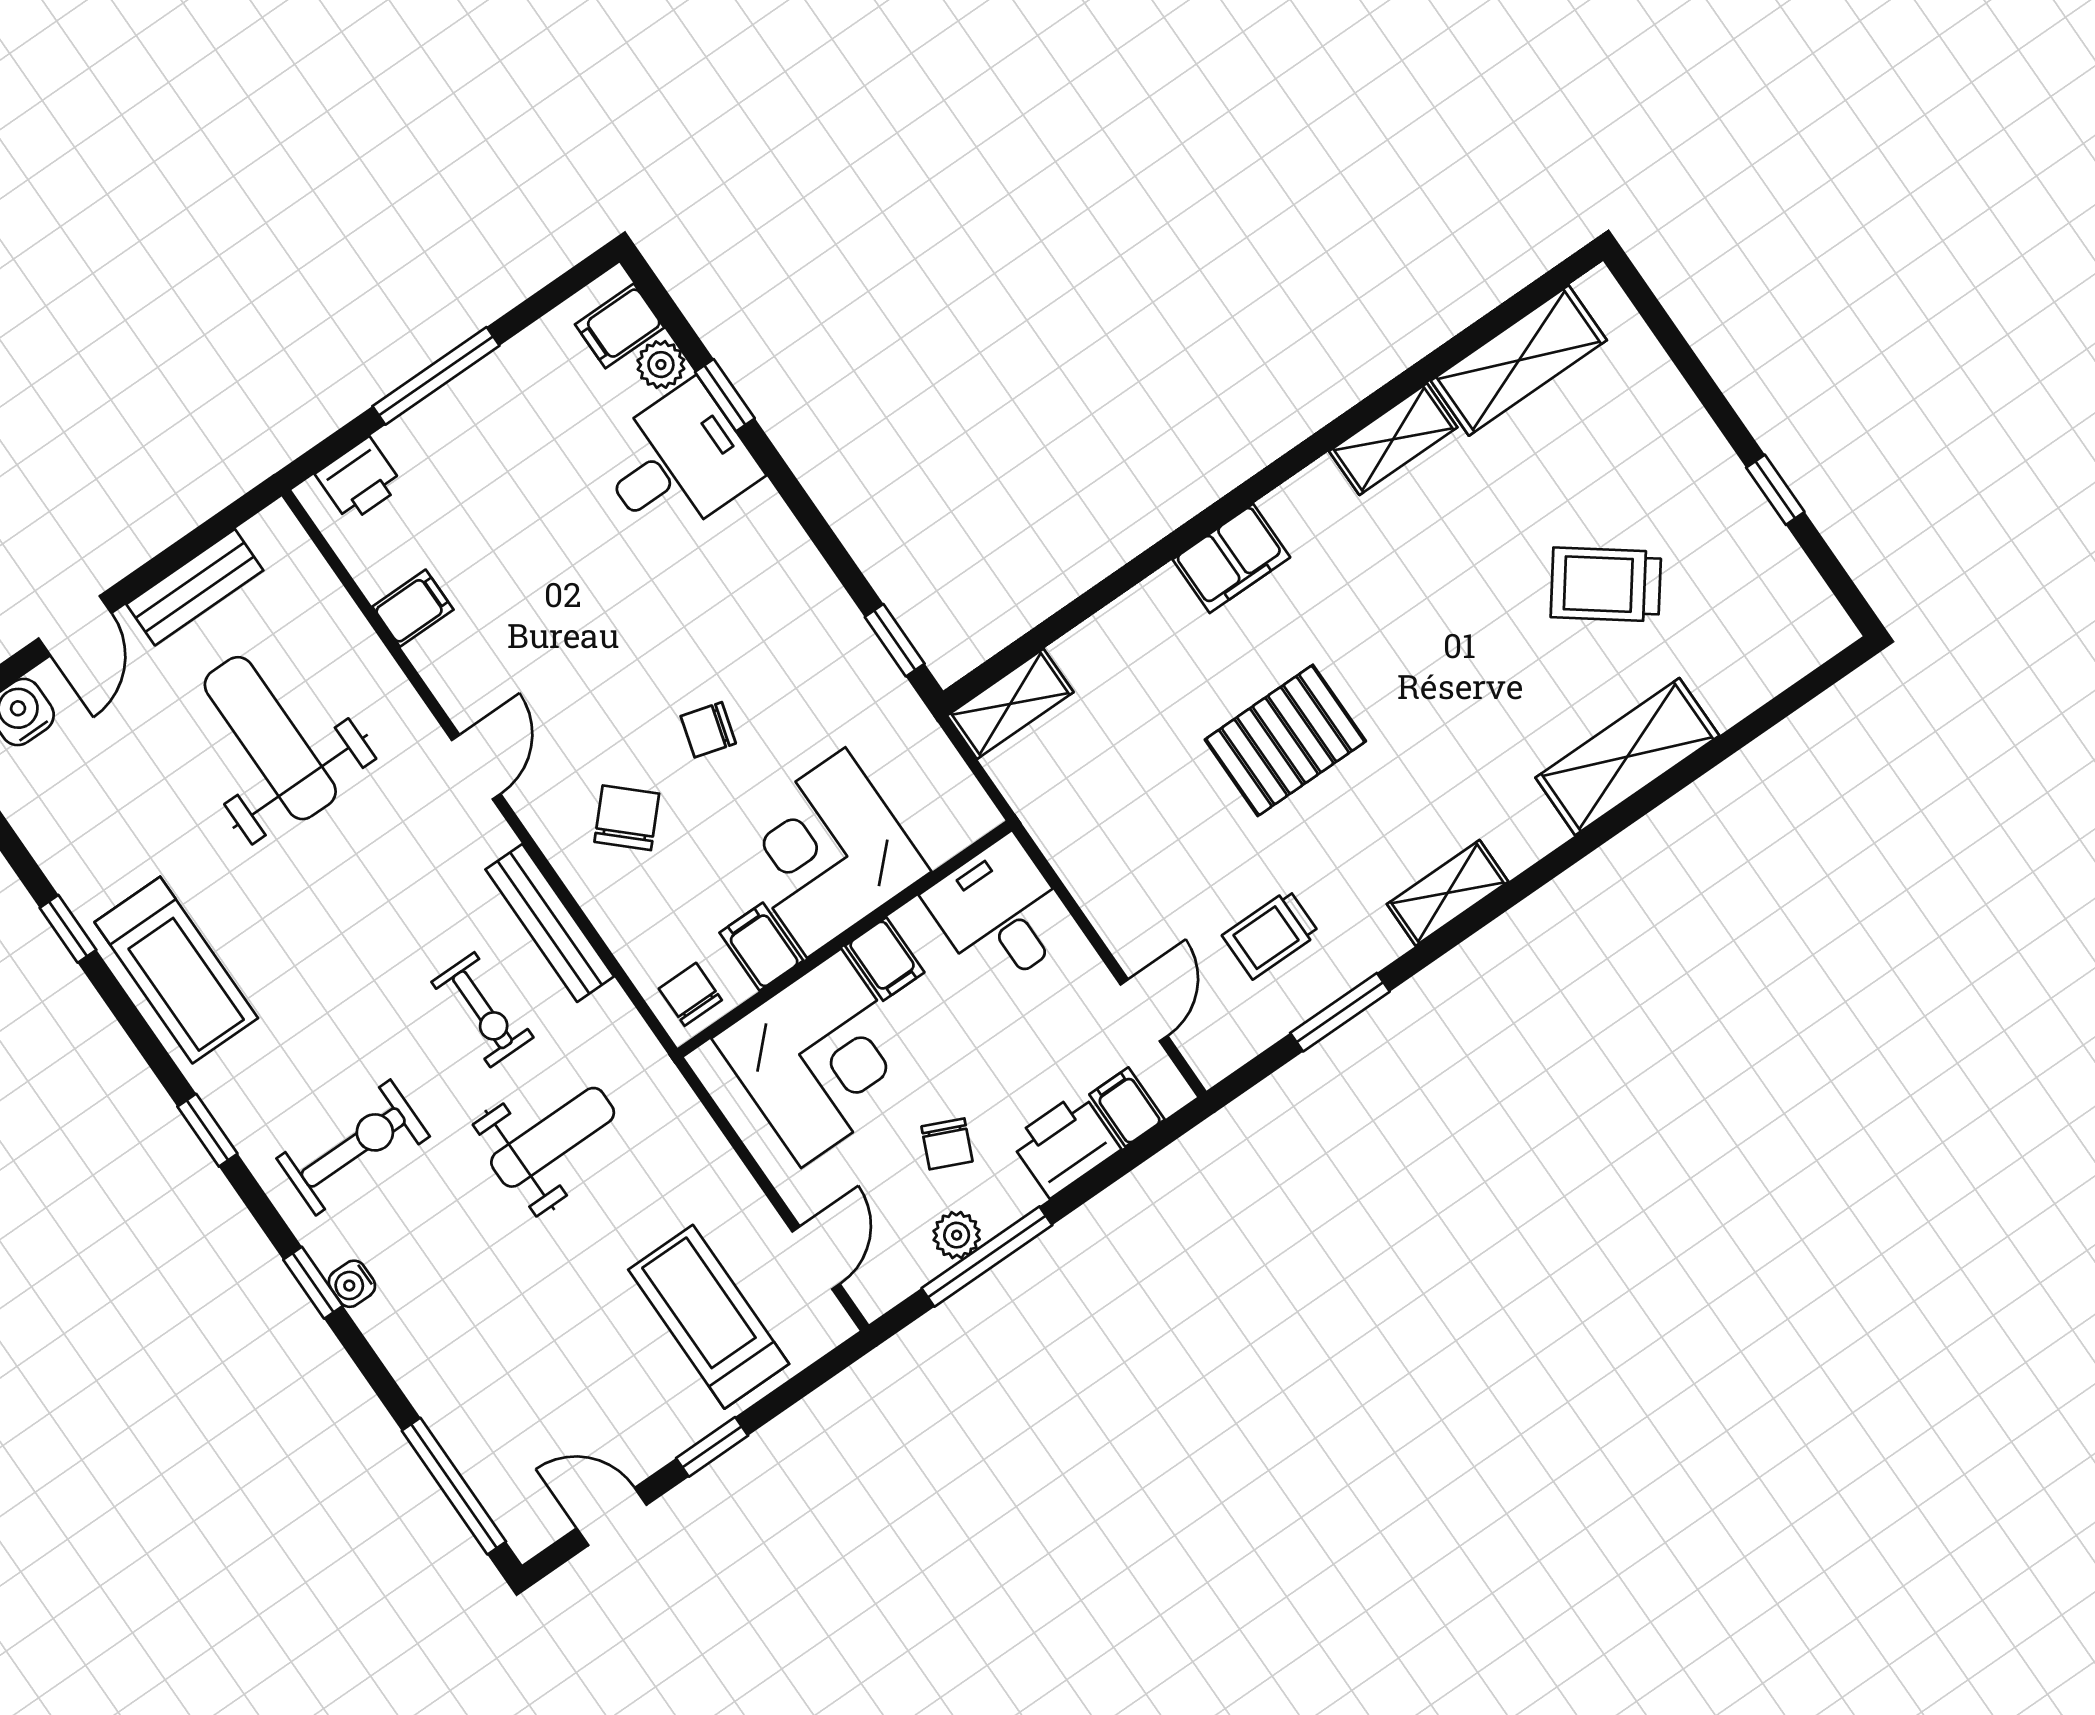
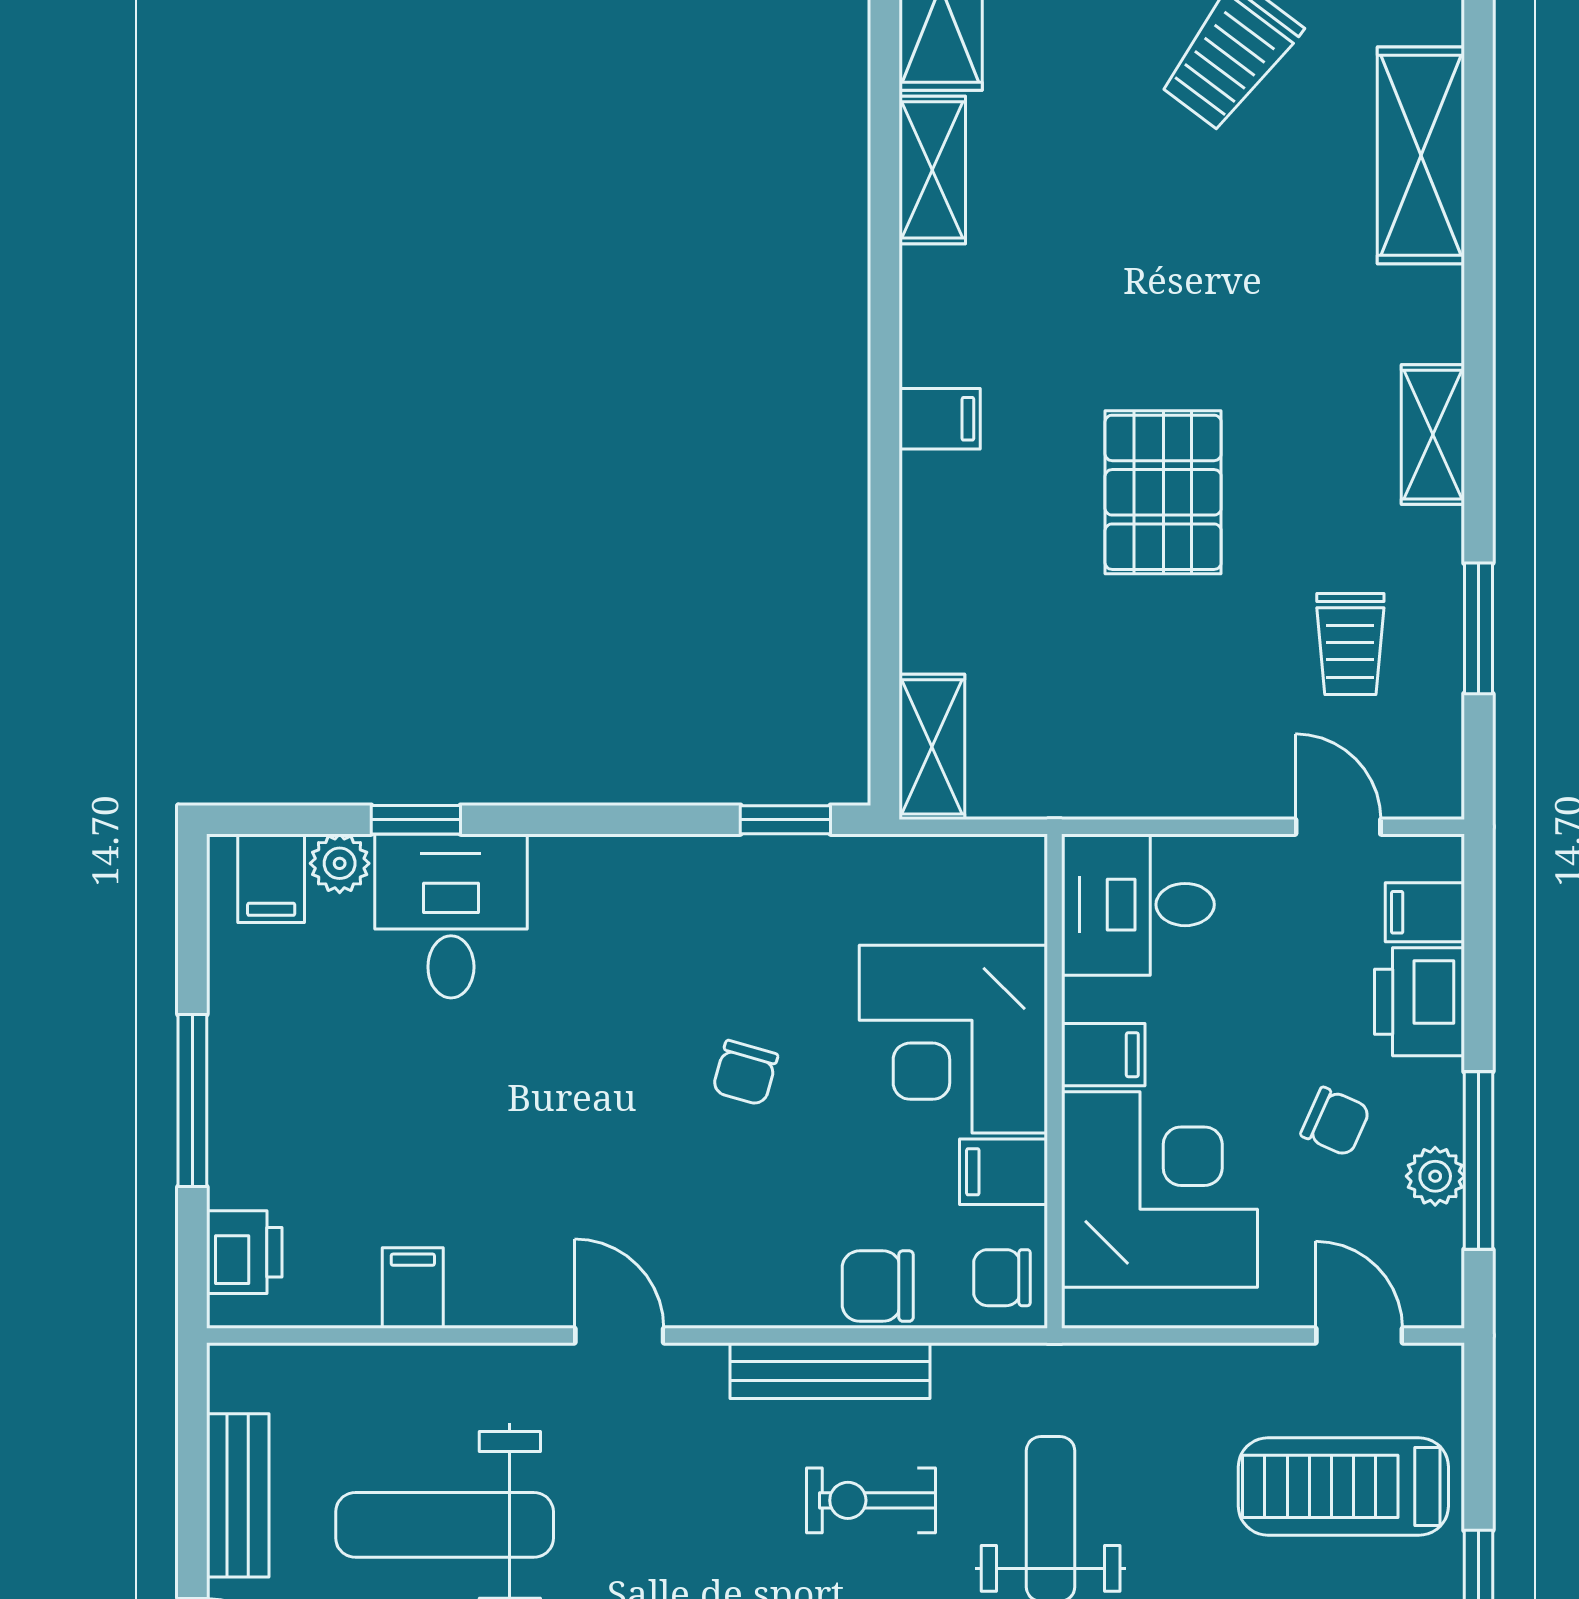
filing cabinet: (1231, 558) -> (940, 419), width x0.50
chair: (627, 818) -> (878, 1286), moved, turned -43
exercise bike: (482, 1010) -> (871, 1500), turned 180

